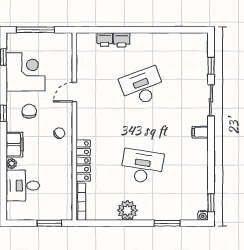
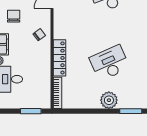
desk: (142, 166) -> (110, 63), turned -33
plant: (127, 210) -> (109, 100), moved

